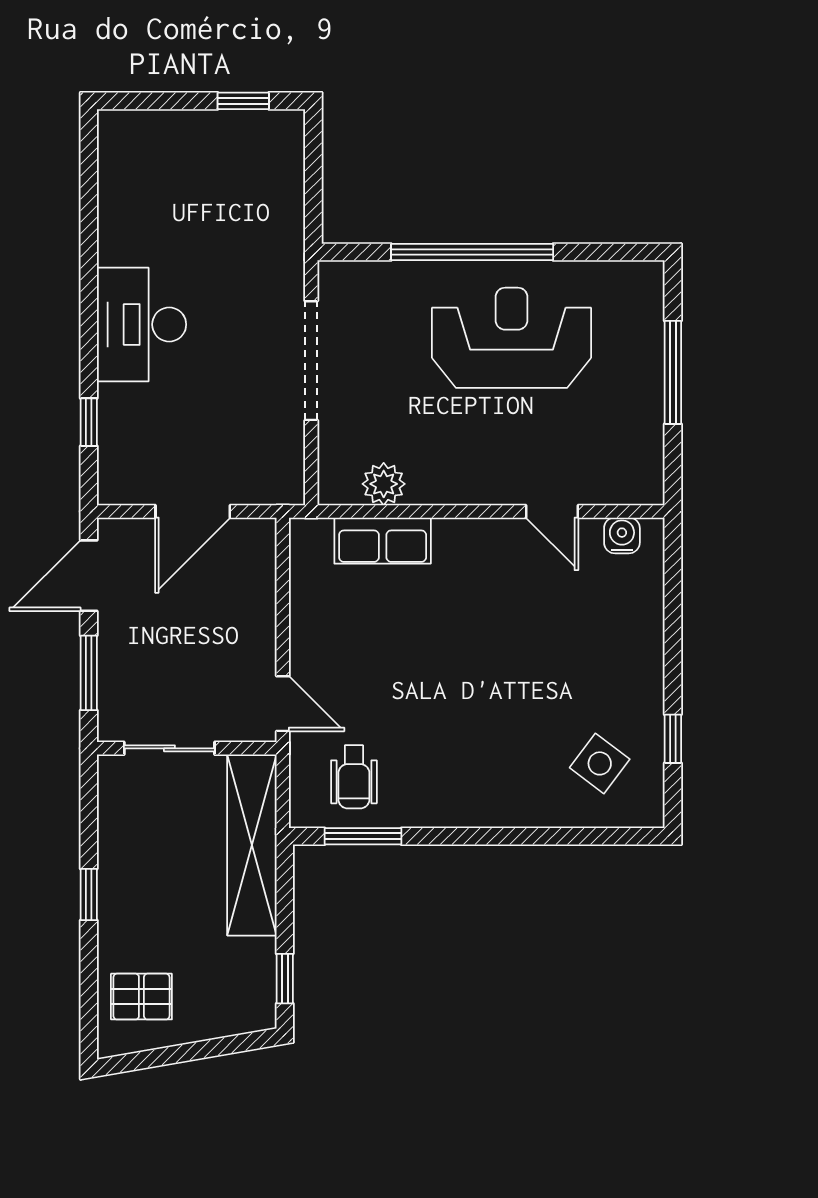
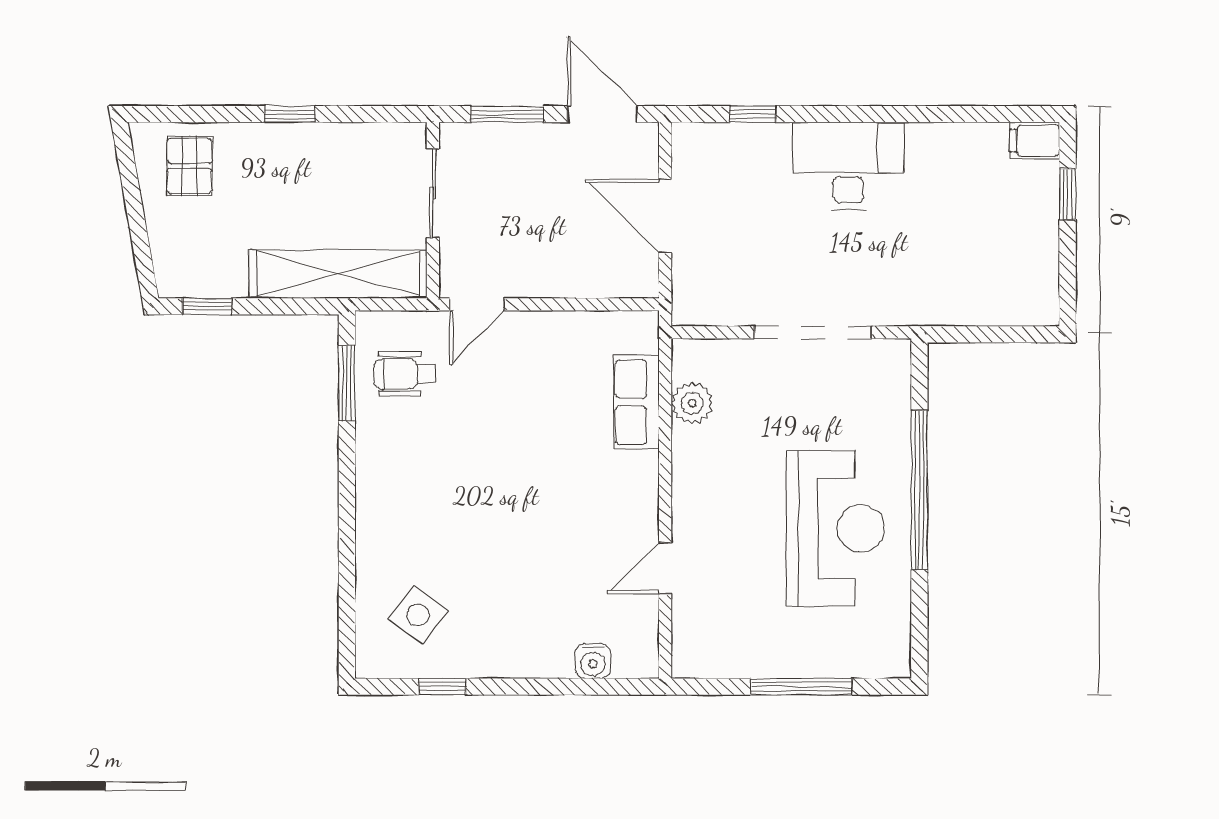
window: (243, 101) -> (1068, 194), moved
filing cabinet: (116, 134) -> (1035, 141), added
water cooler: (622, 535) -> (593, 661), moved, turned 90

